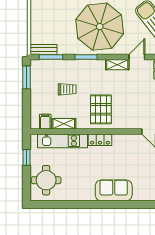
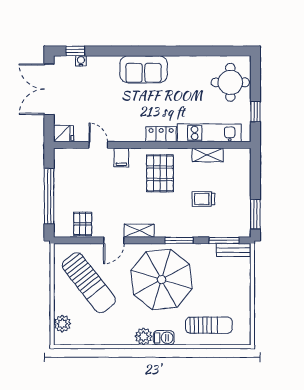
filing cabinet: (45, 122) -> (121, 158), moved

